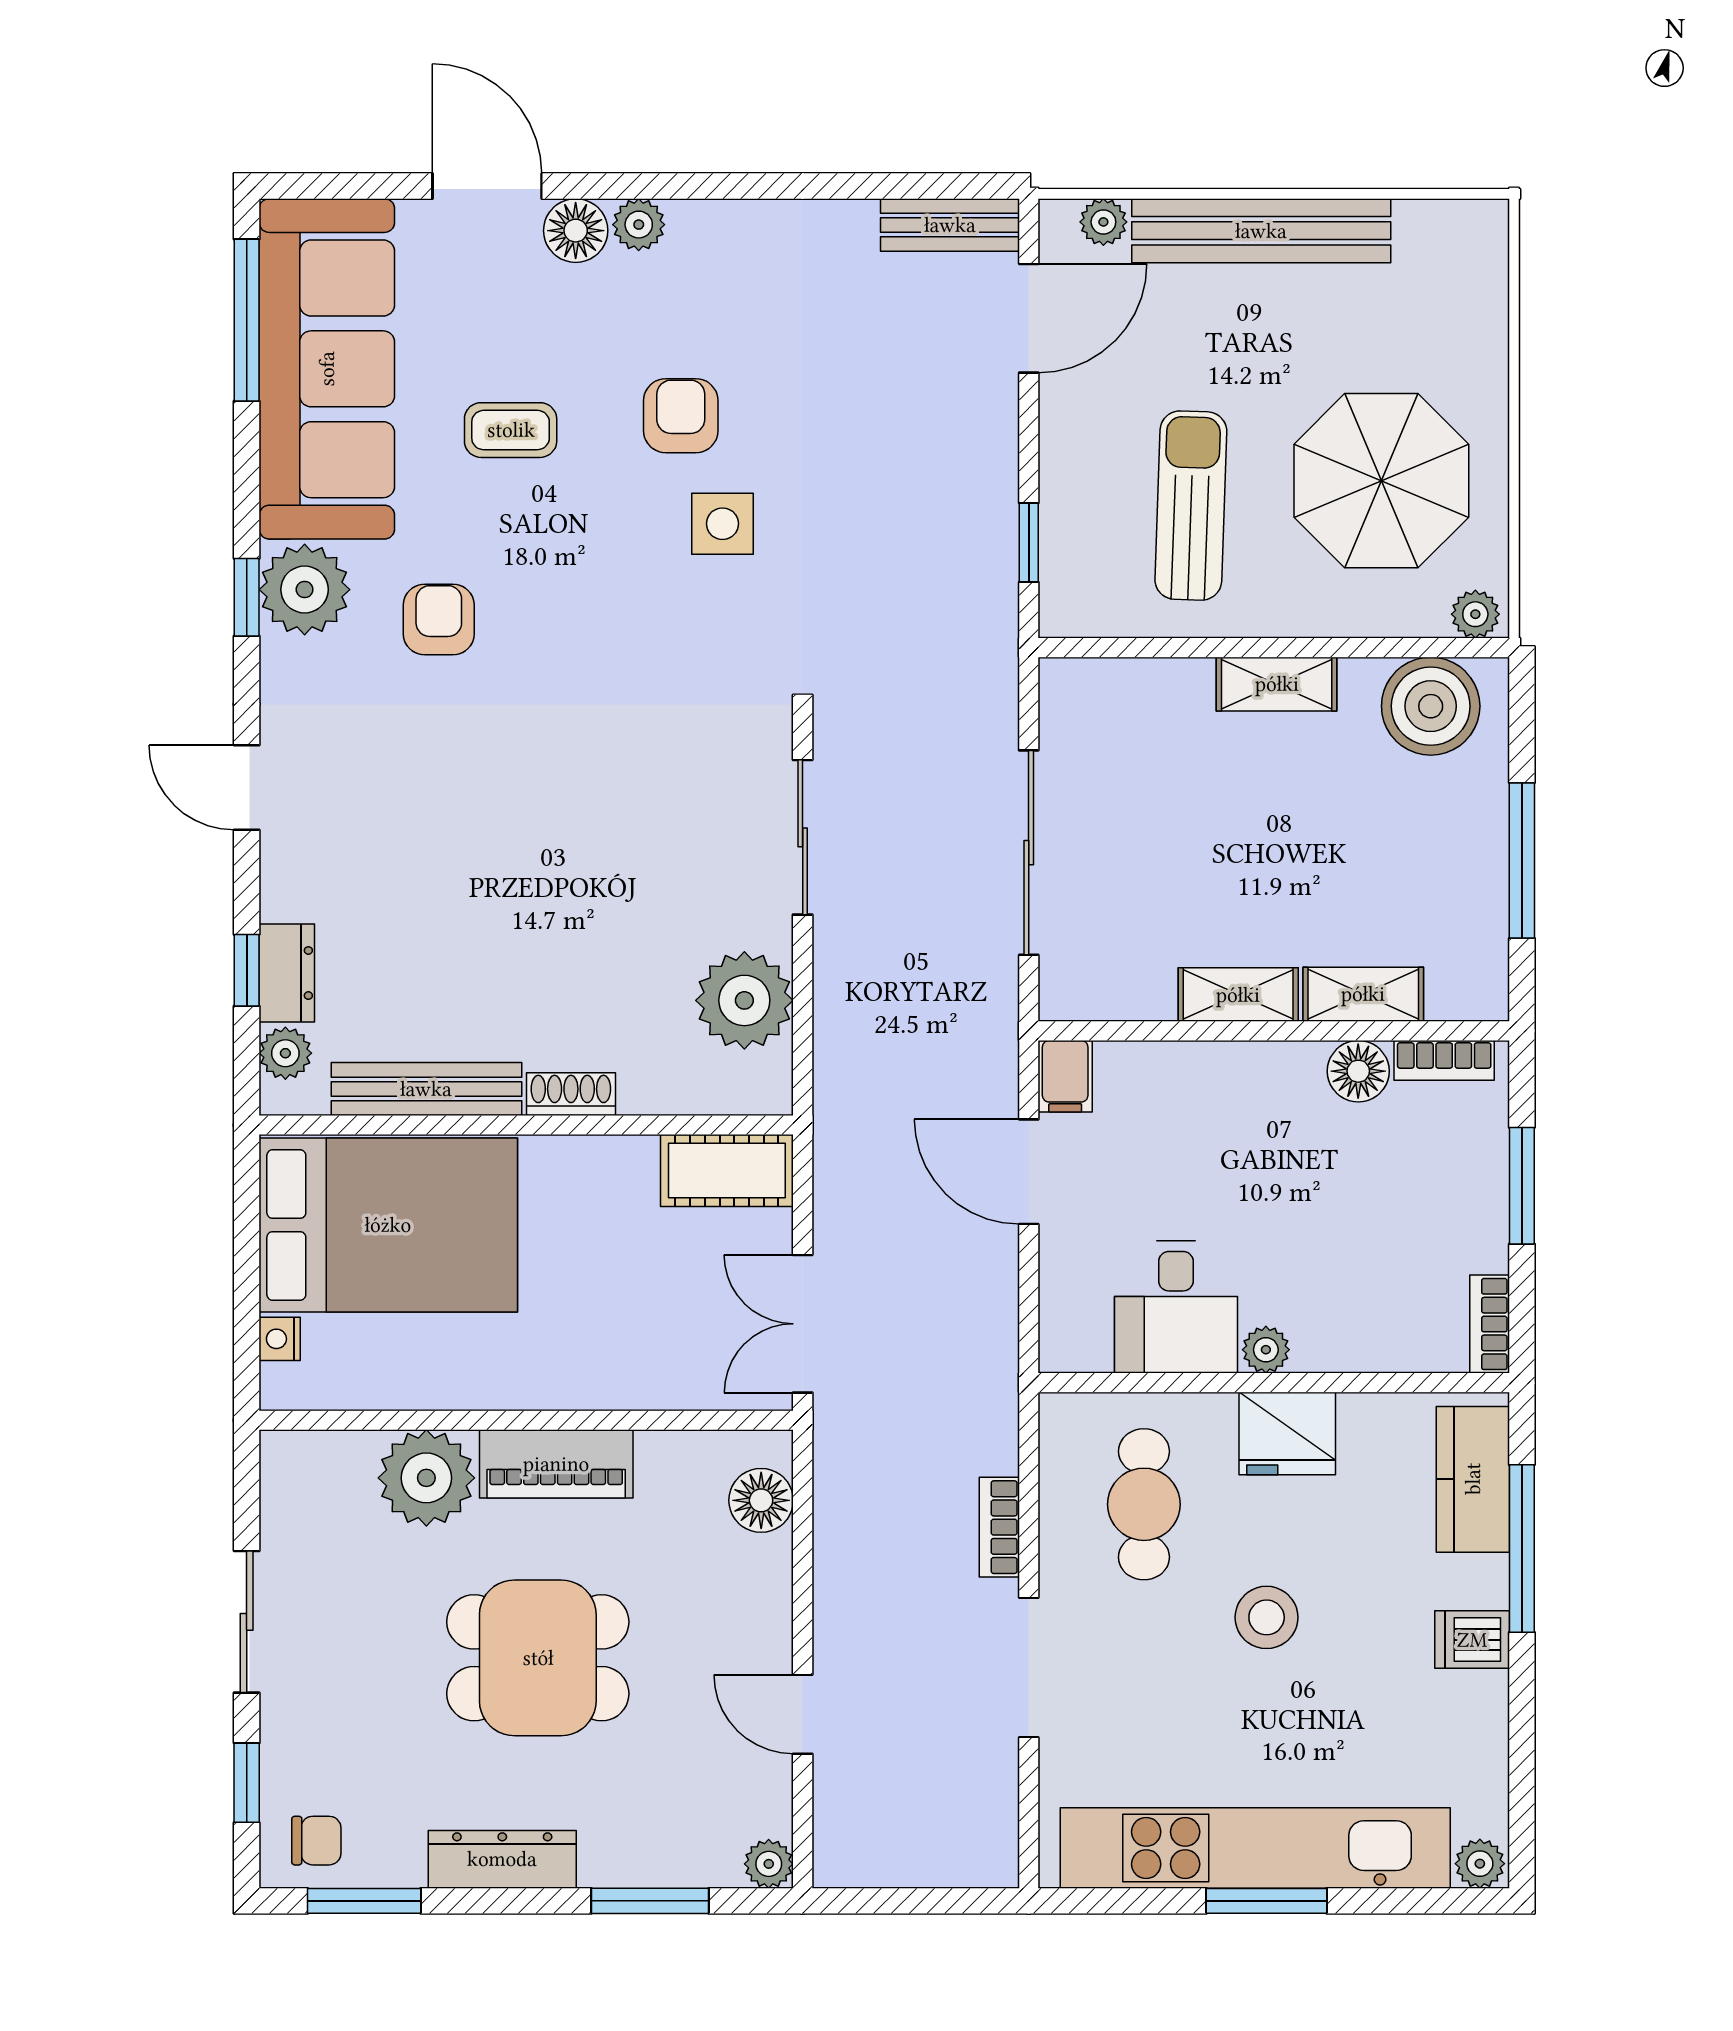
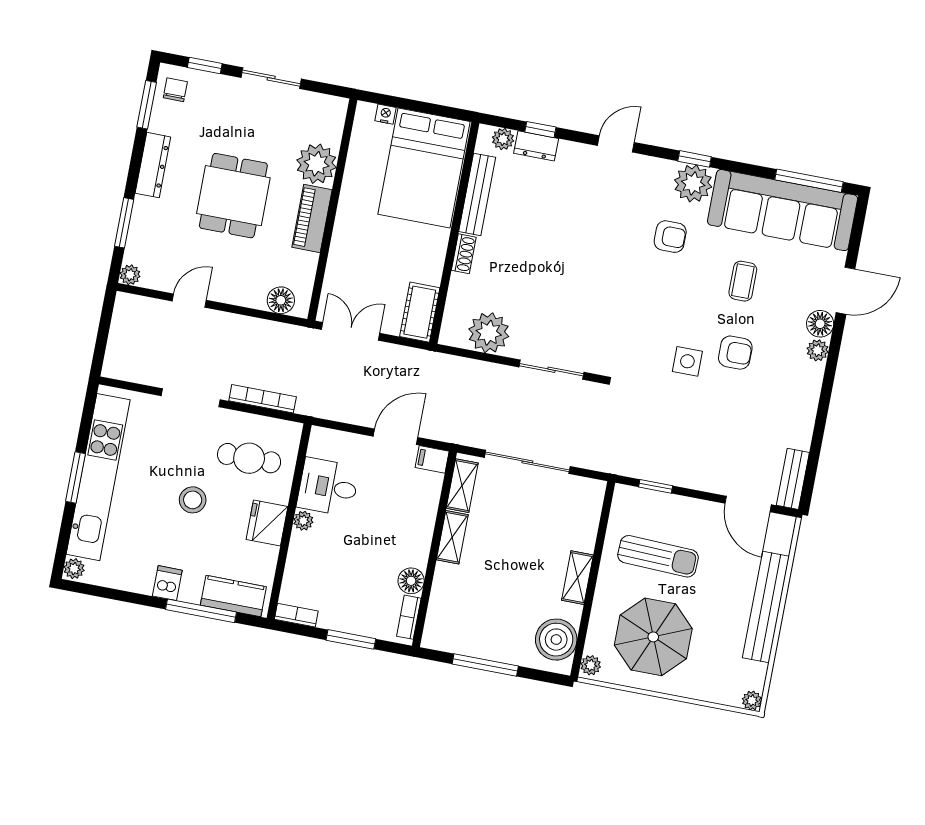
plant: (1103, 222) -> (752, 700), moved
shelving: (1363, 994) -> (462, 486), moved
bookcase: (999, 1527) -> (263, 399), width x1.56
chair: (316, 1841) -> (175, 90), turned 180

